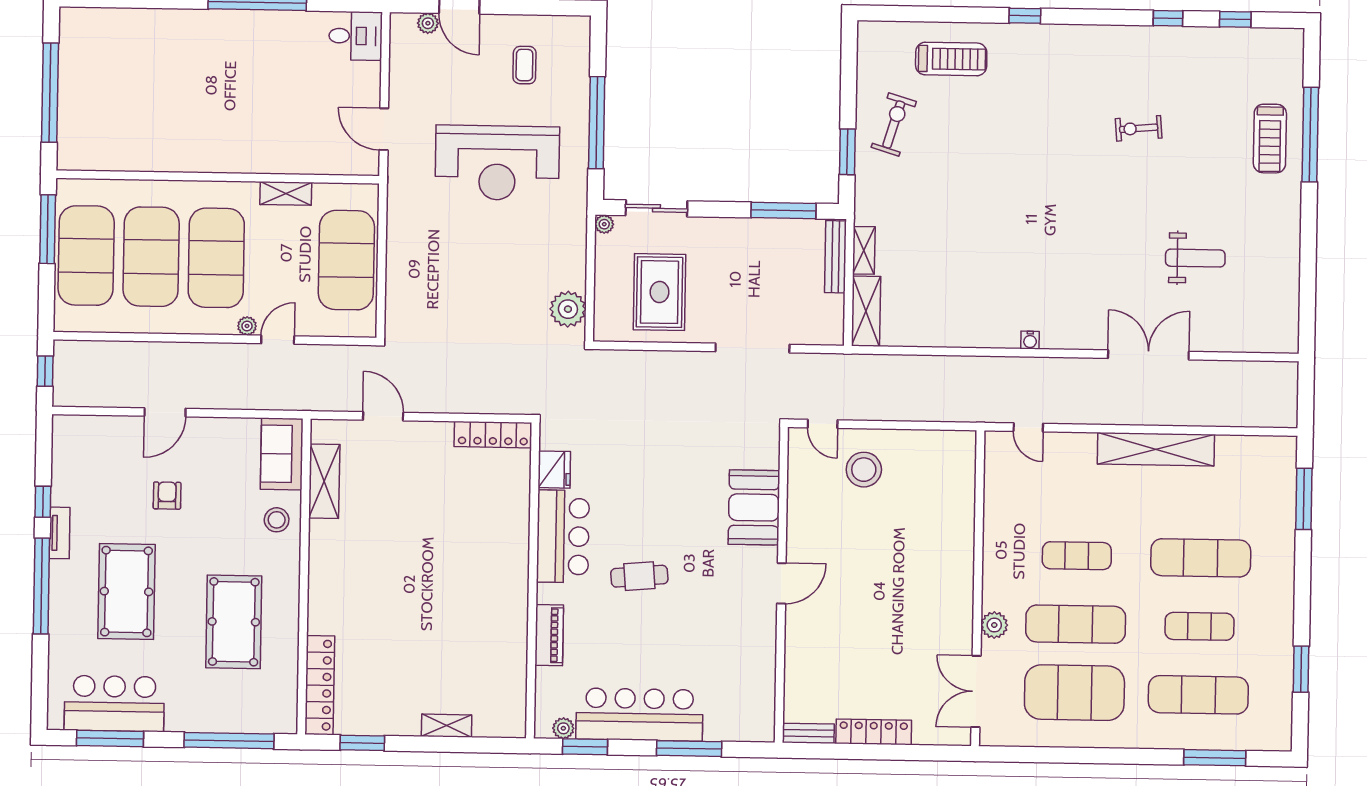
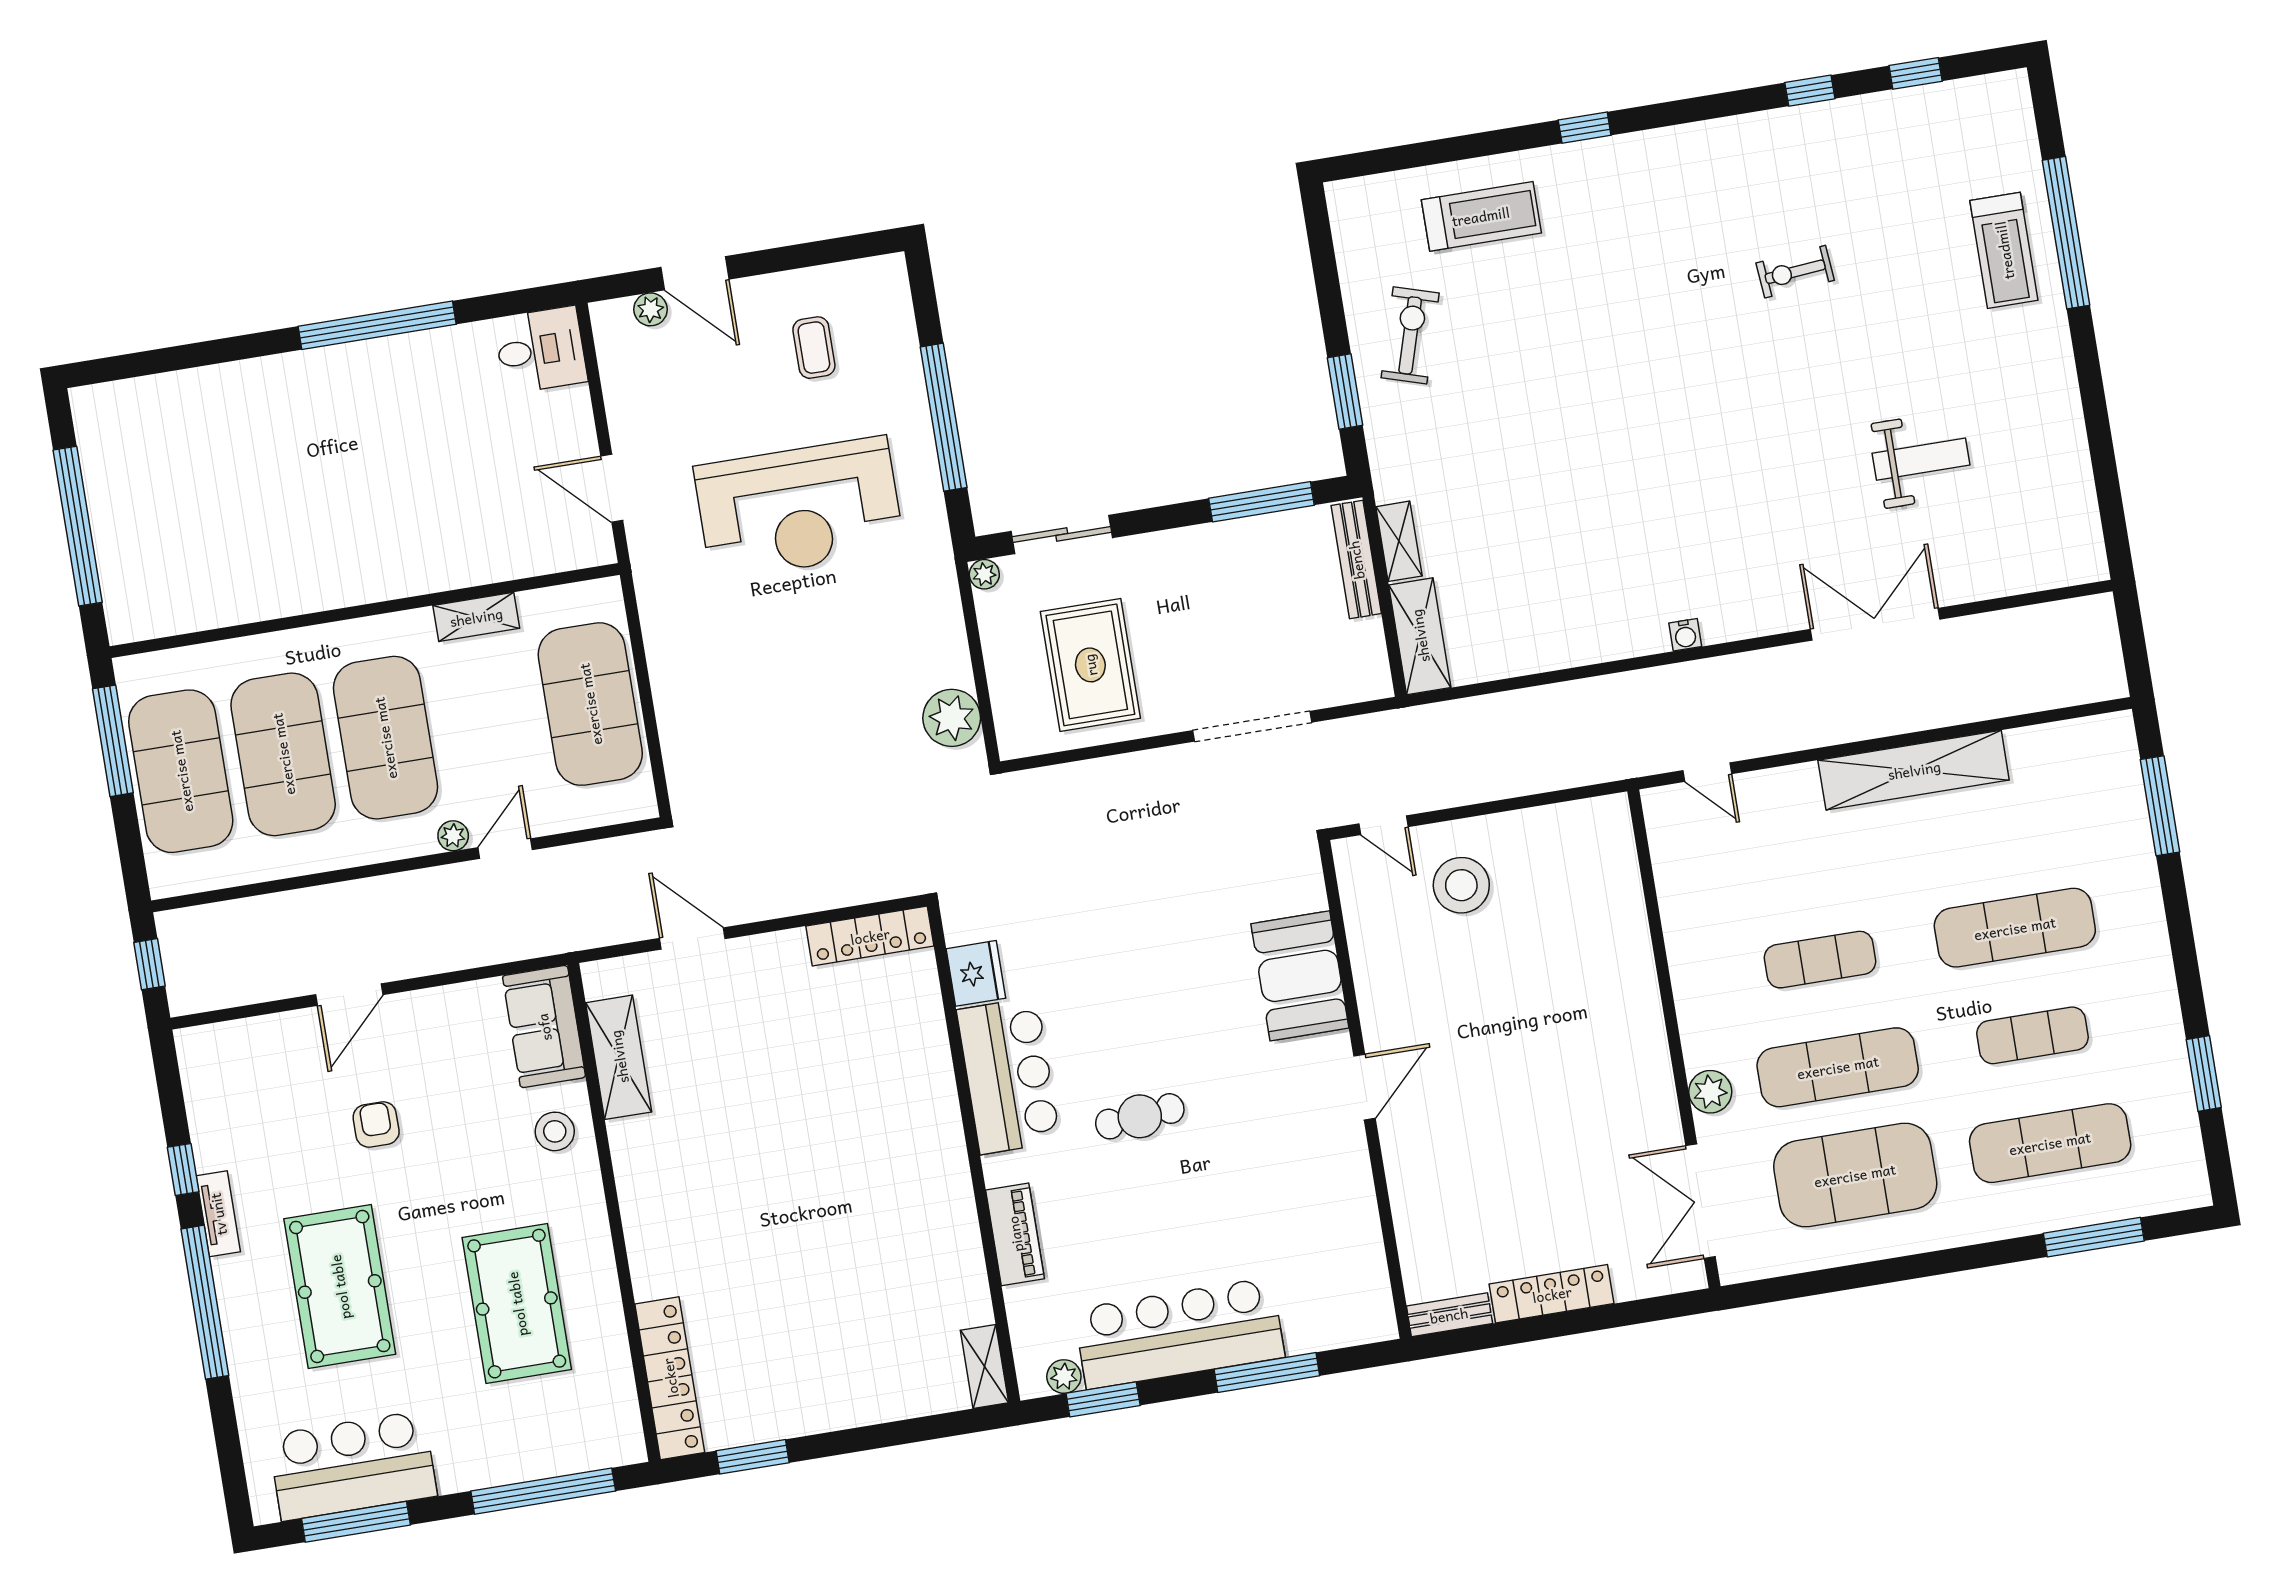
shelving: (447, 726) -> (984, 1366), moved, turned 90

